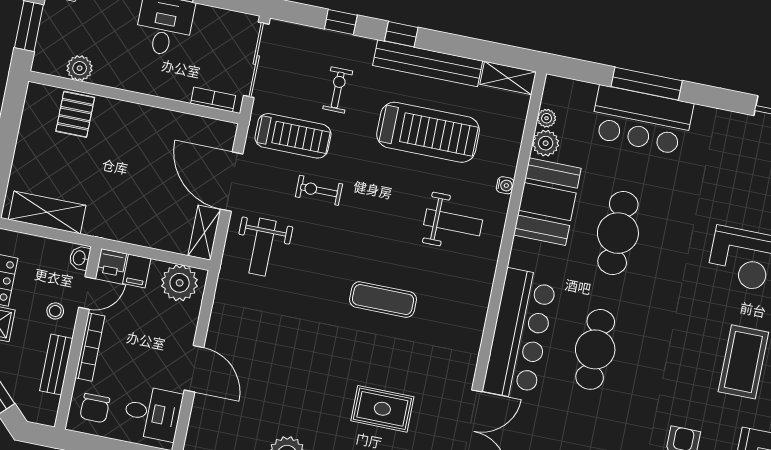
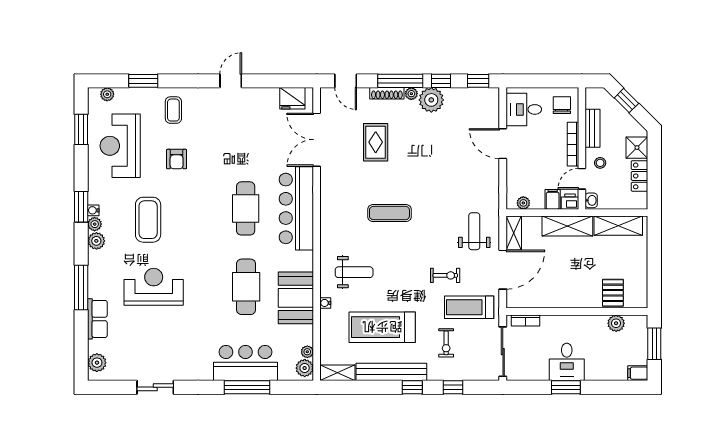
plant: (546, 143) -> (305, 368), moved
door: (232, 182) -> (503, 270), hinge flipped
weight bench: (453, 222) -> (354, 272), turned 180
shelving: (123, 227) -> (567, 226), added
plant: (180, 283) -> (523, 203), width x0.53, depth x0.53
rug: (382, 409) -> (376, 142), turned 90

